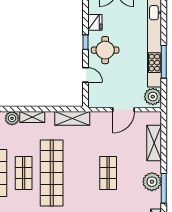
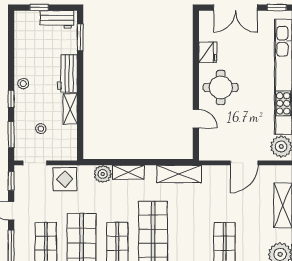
window: (85, 42) -> (196, 77), removed

